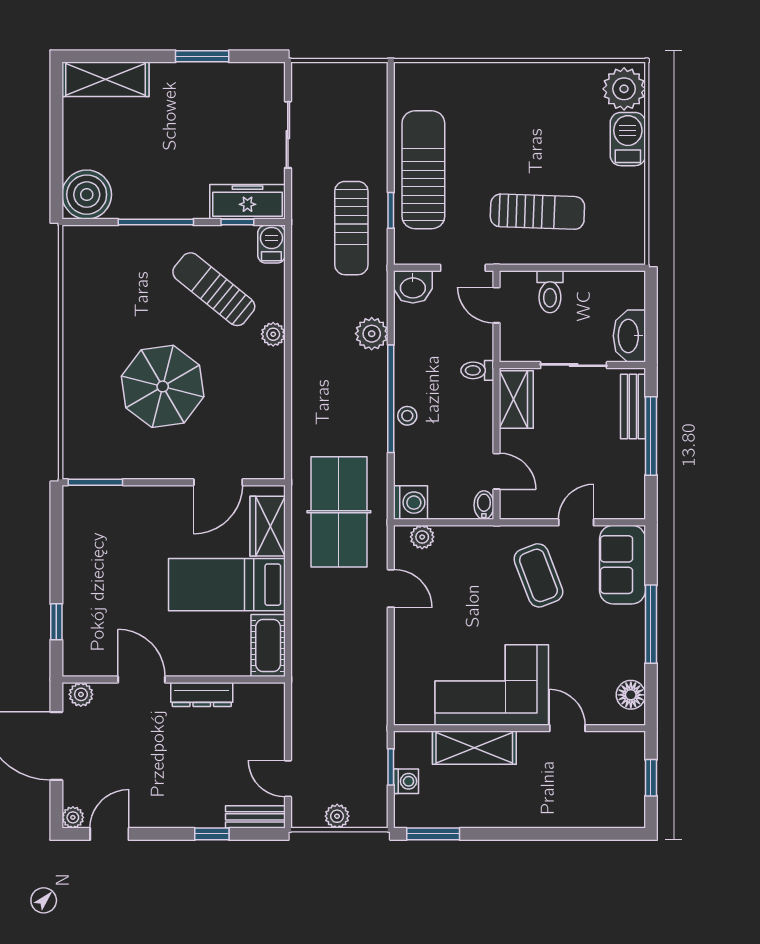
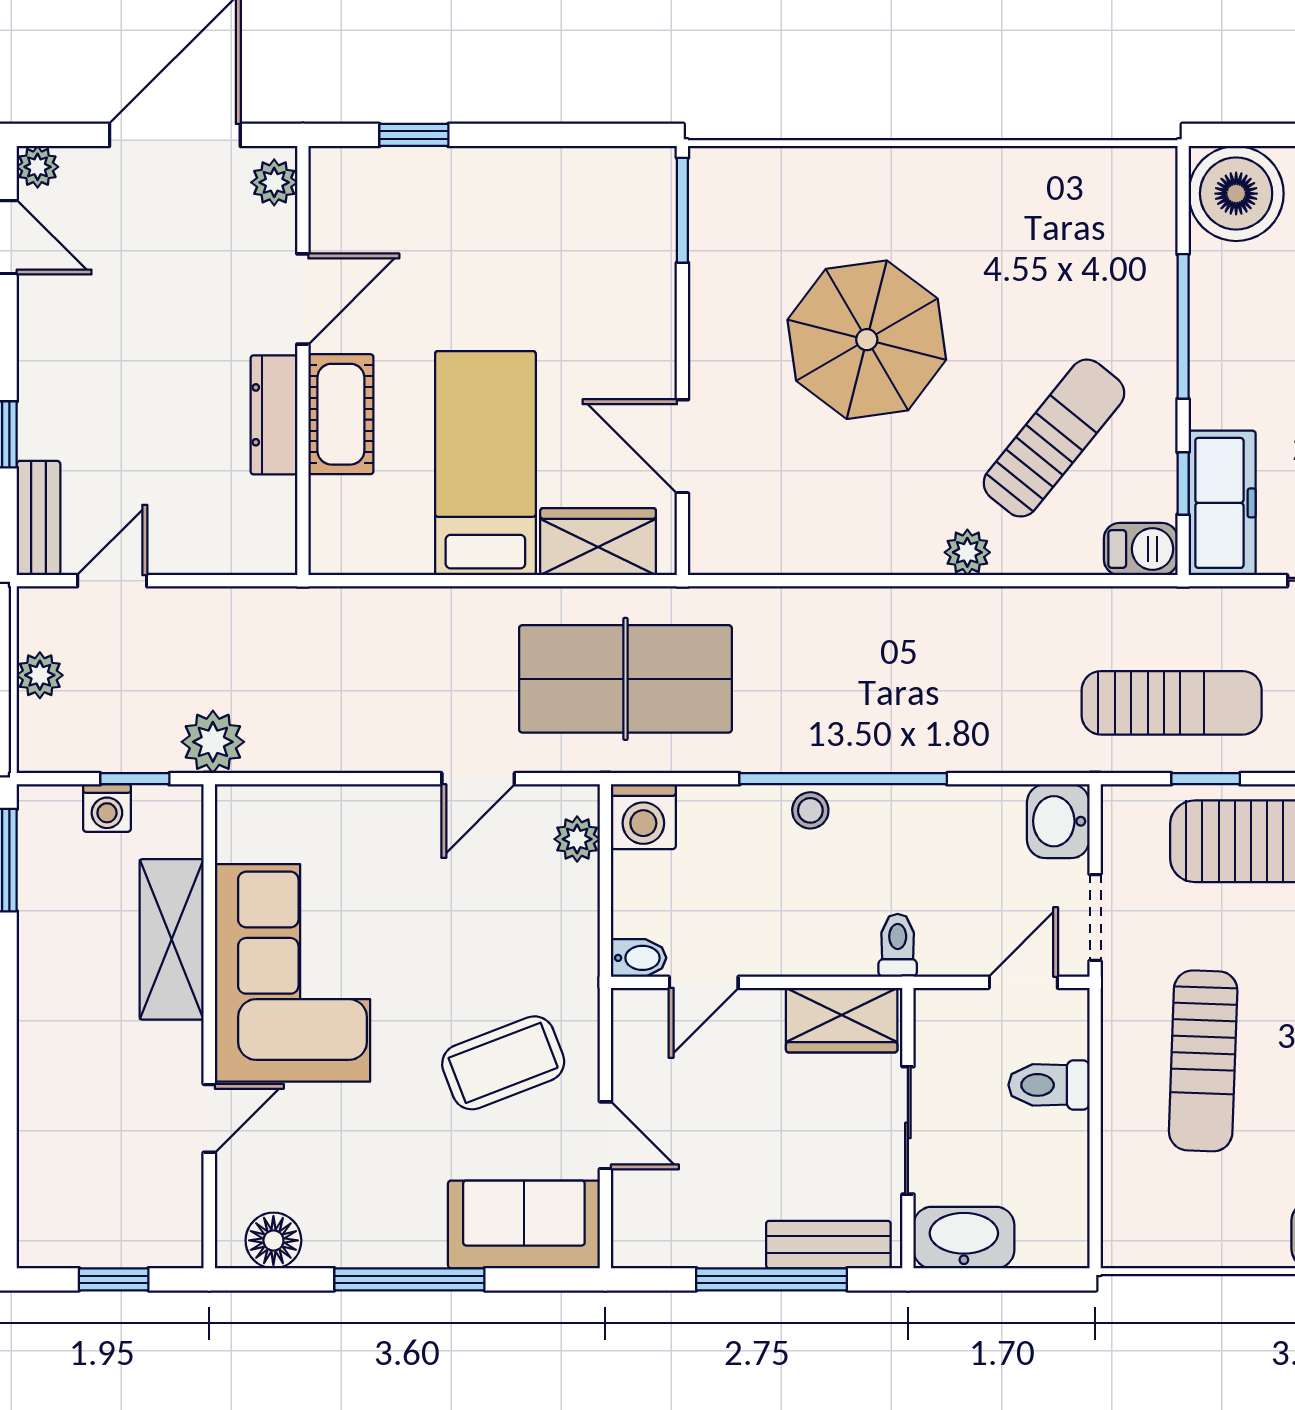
sun lounger: (351, 228) -> (1172, 703), turned 180
plant: (372, 334) -> (213, 742), moved
cot: (268, 646) -> (341, 414), moved, turned 90

